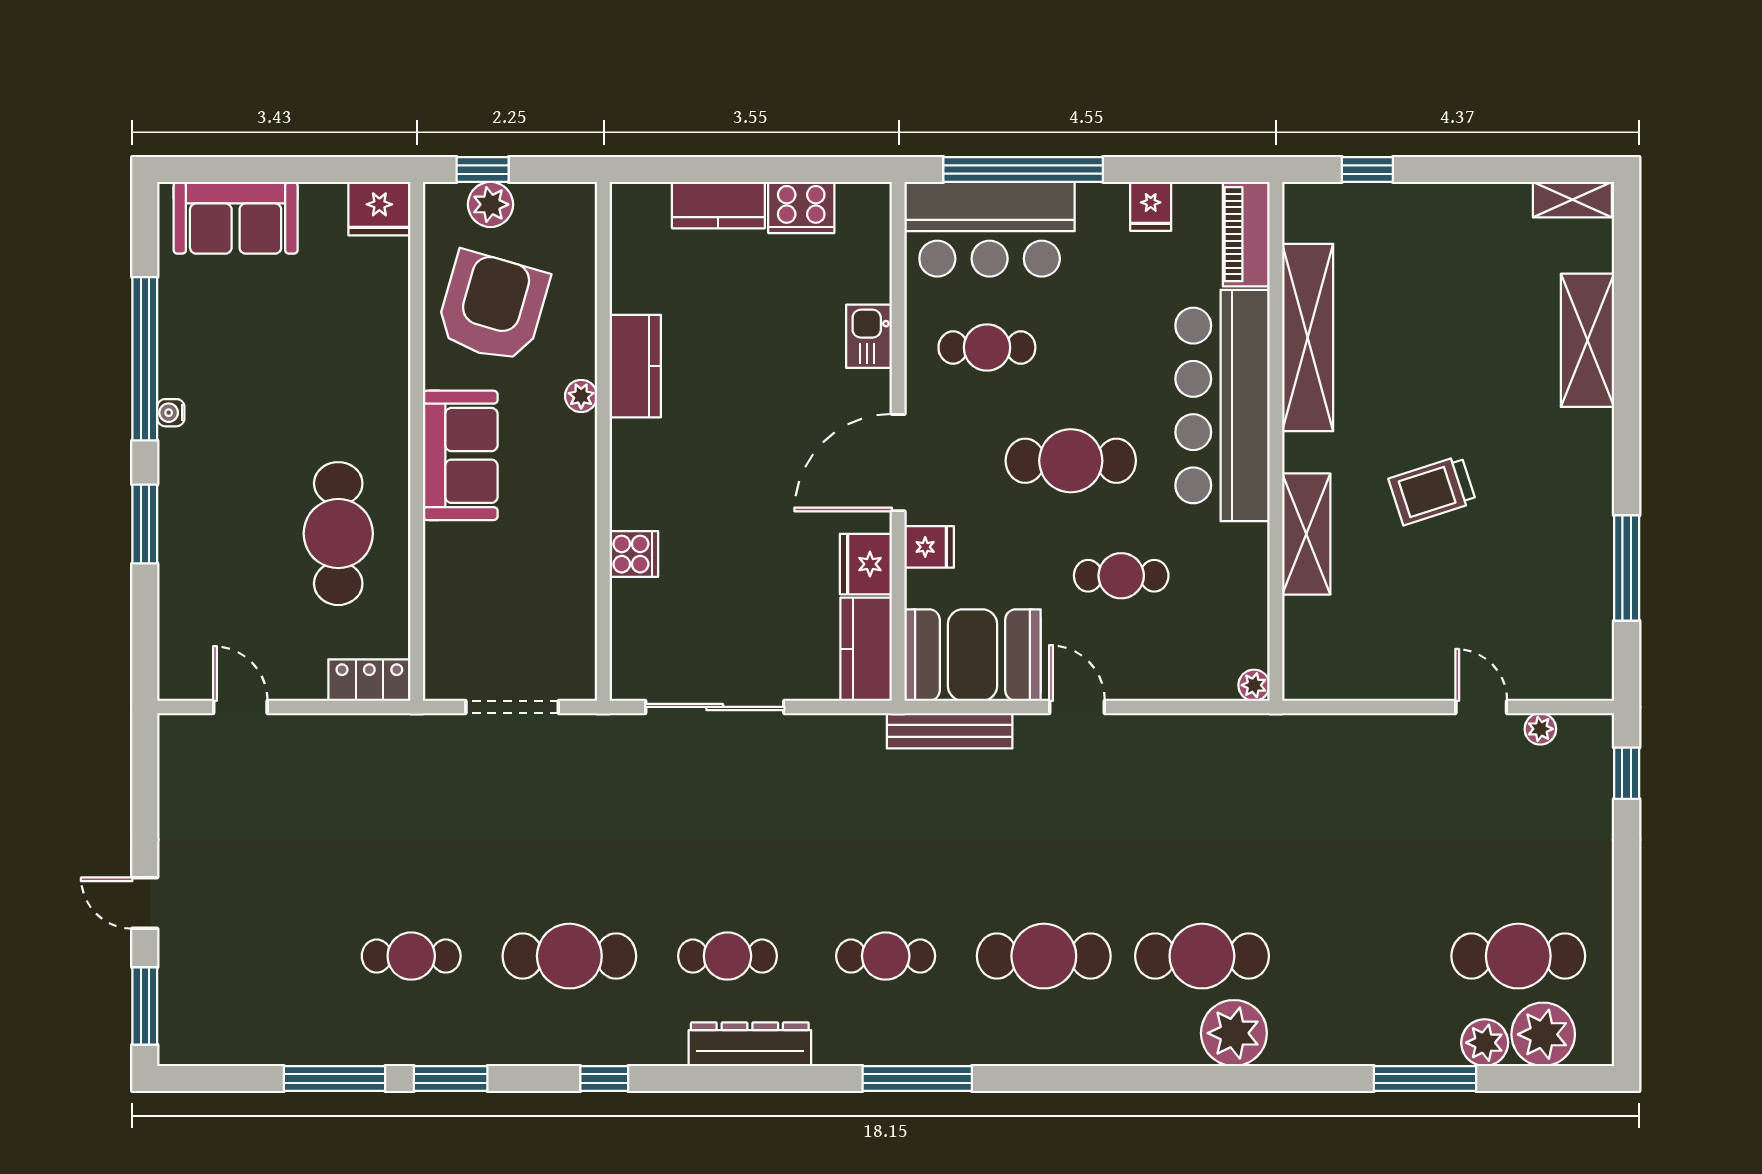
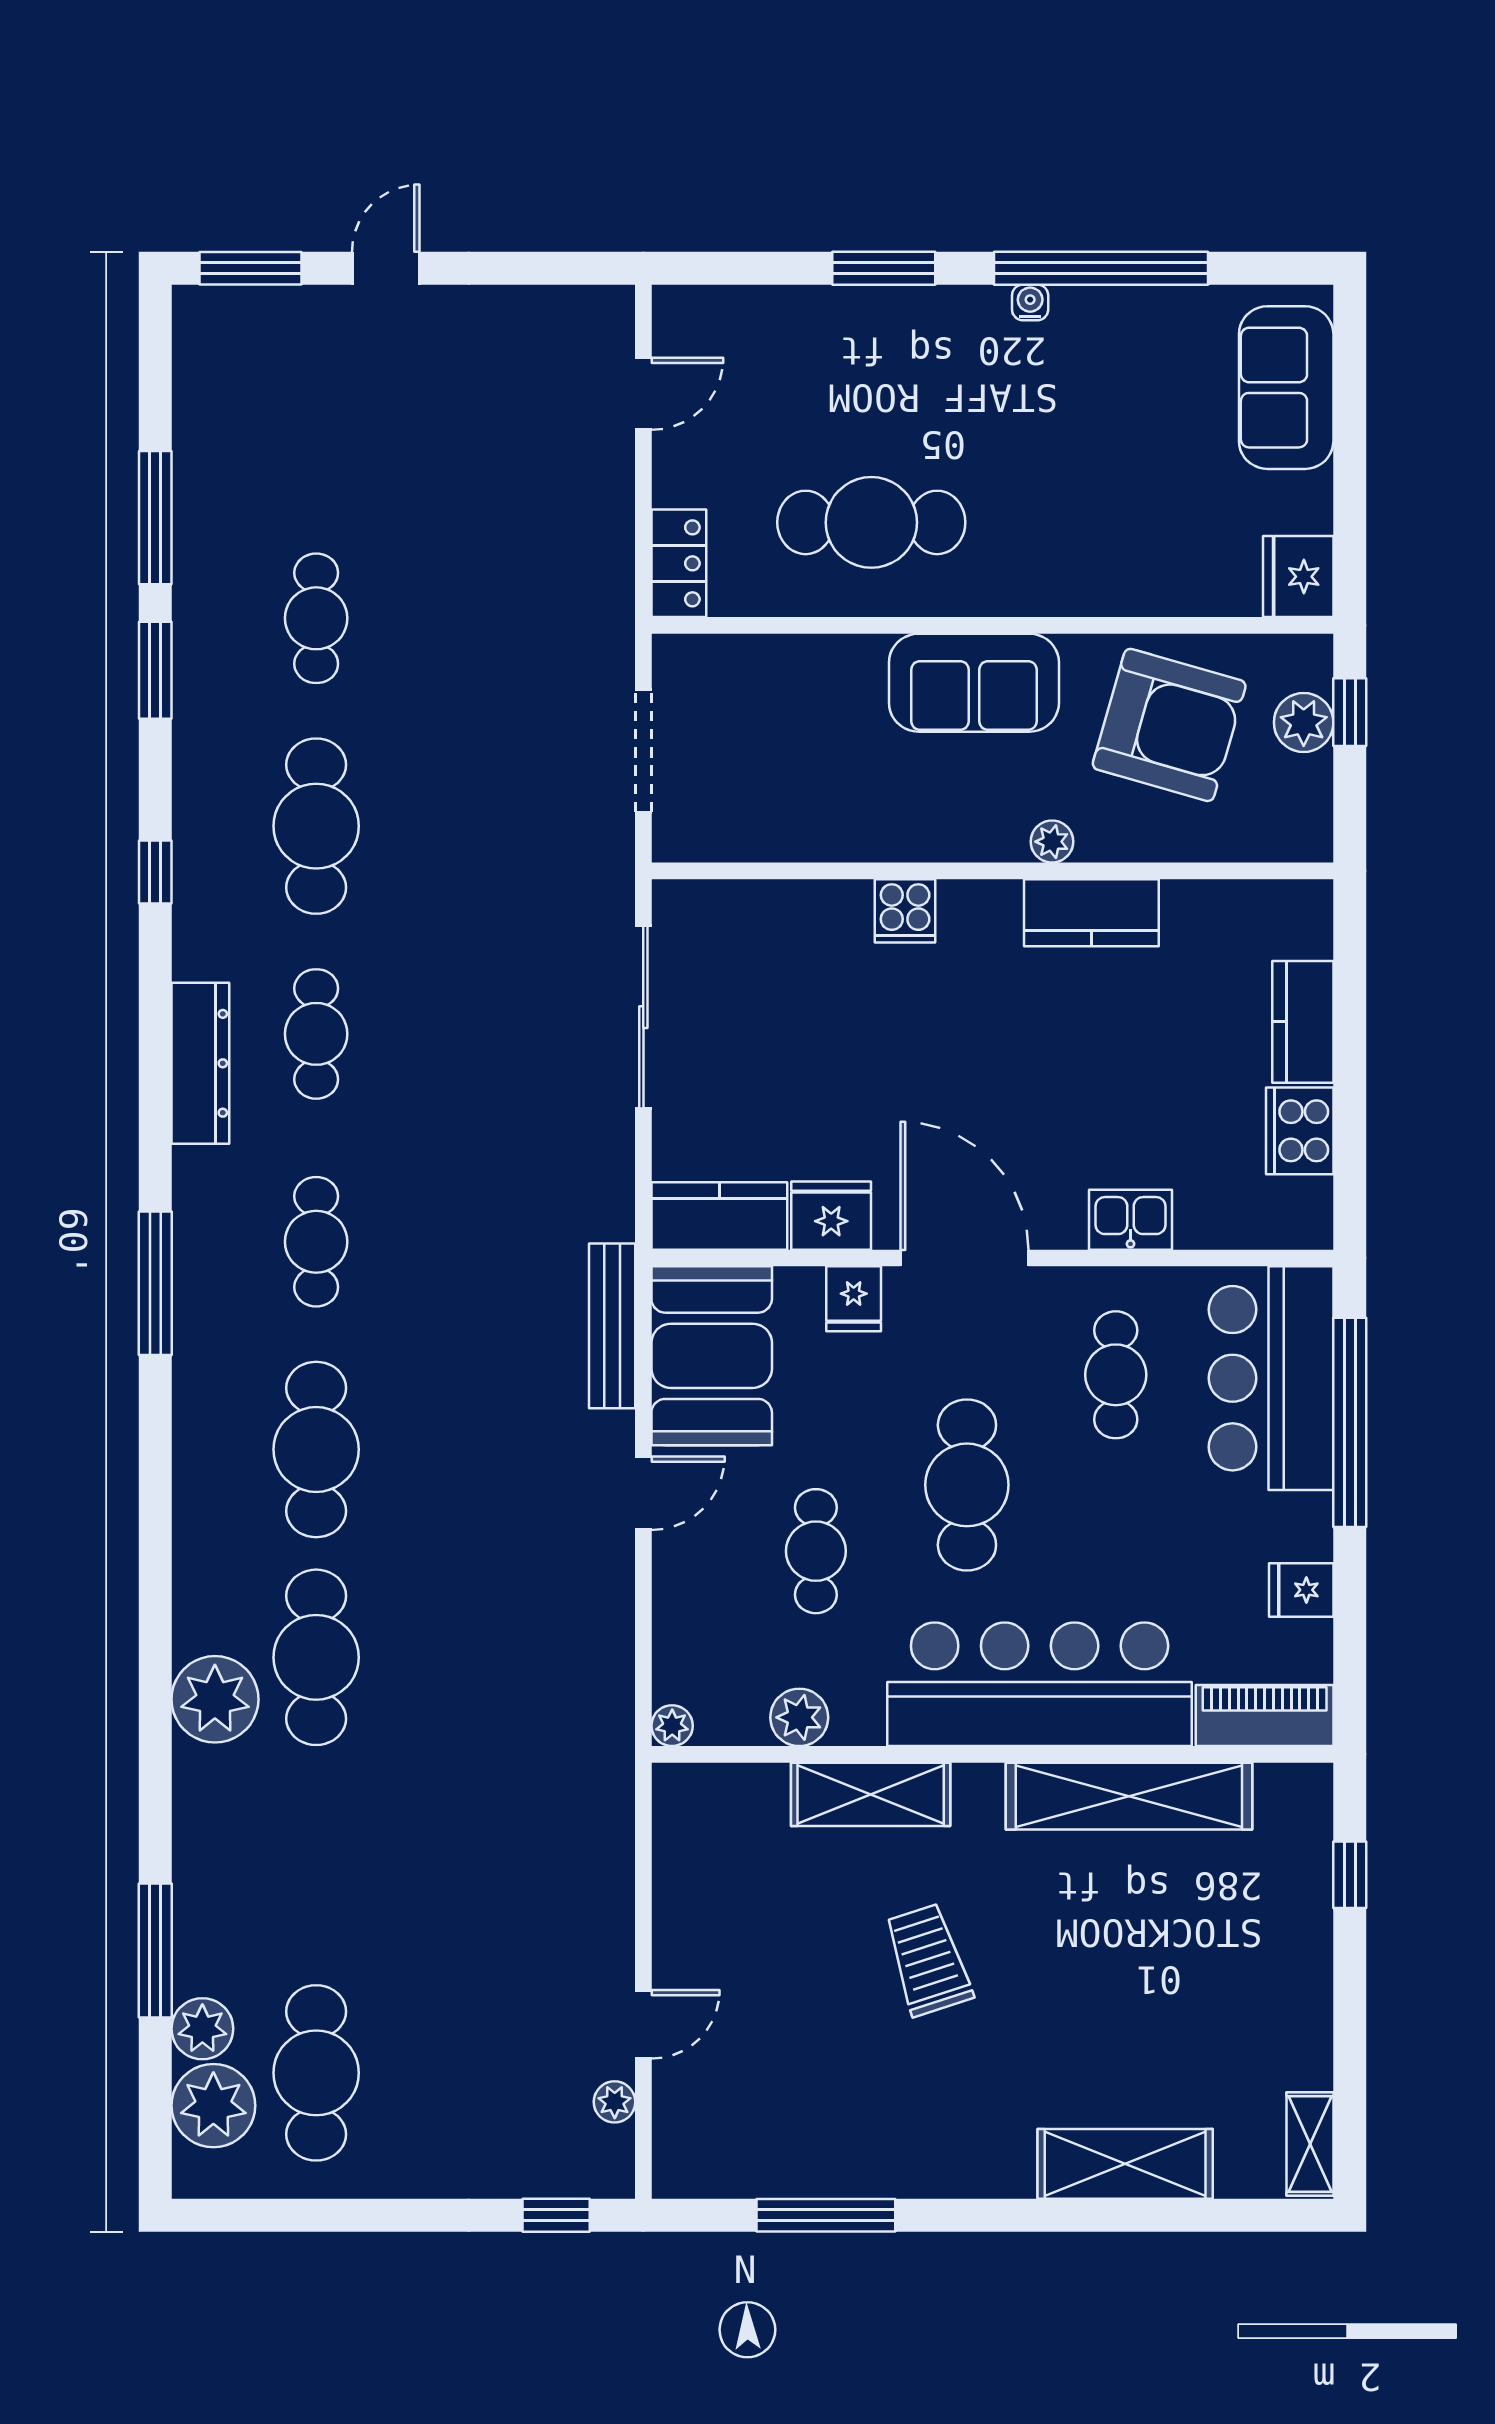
cooker: (634, 554) -> (905, 911), moved
plant: (1248, 588) -> (799, 1717), added

